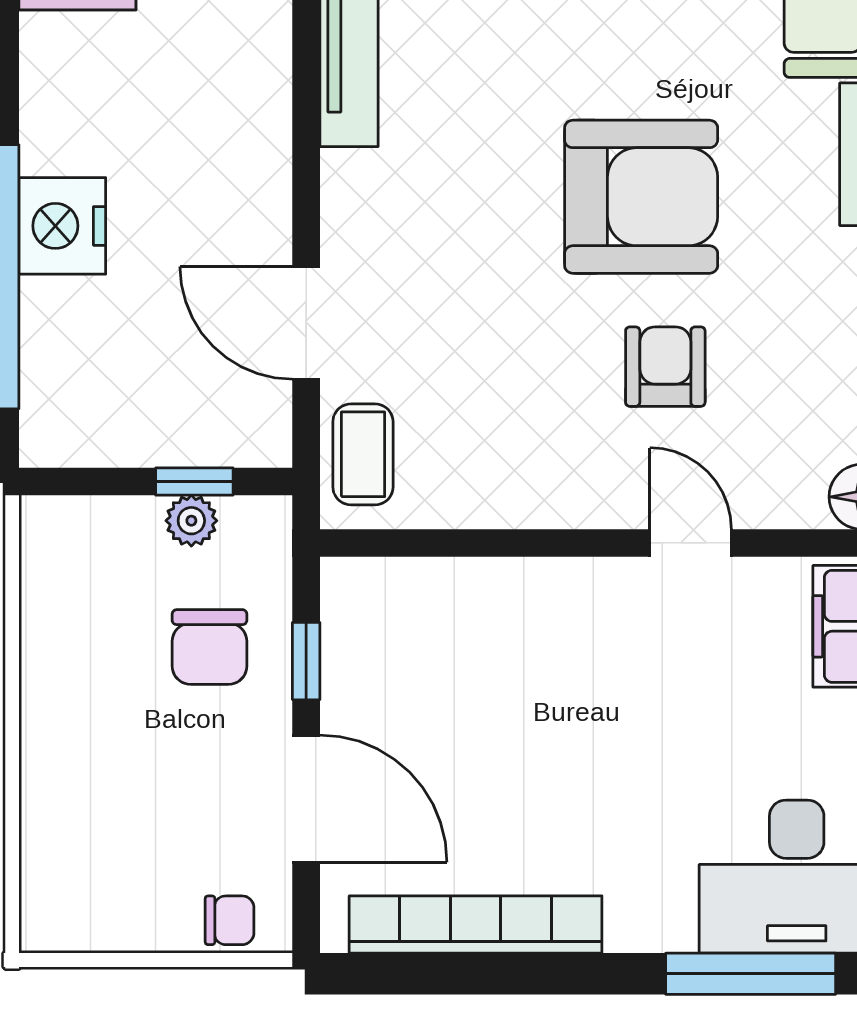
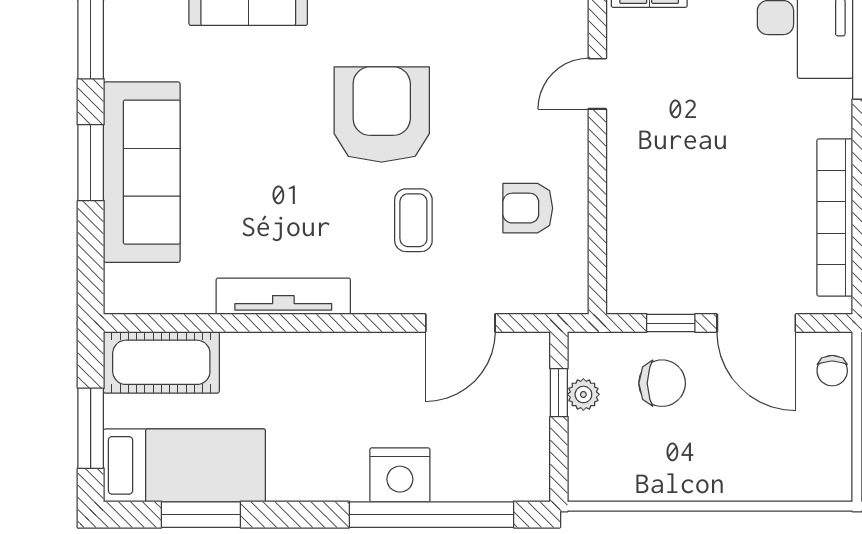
armchair: (665, 367) -> (528, 208), moved
coffee table: (363, 454) -> (413, 220), moved, turned 90
door: (306, 799) -> (756, 323), swing flipped
chair: (230, 920) -> (832, 371), turned 180

